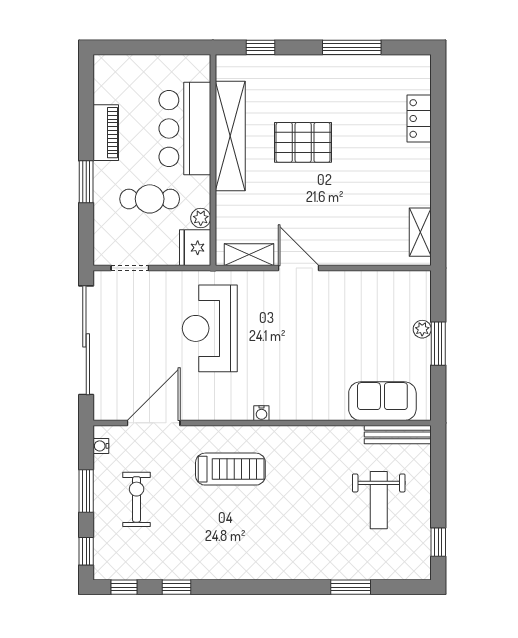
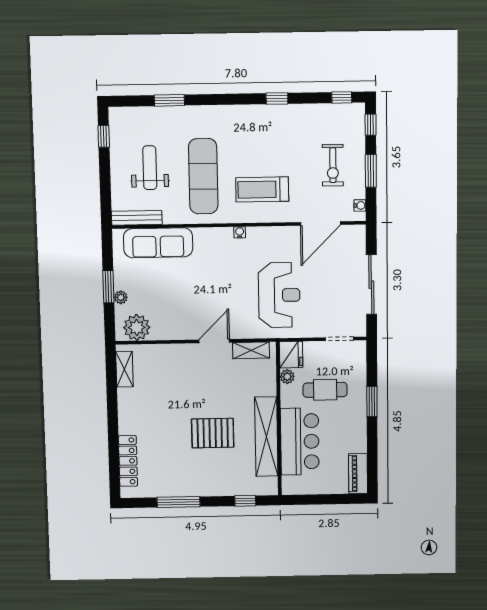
locker: (419, 118) -> (128, 461), width x1.53
piano: (106, 133) -> (358, 474), moved
door: (298, 268) -> (214, 341), swing flipped
plant: (402, 288) -> (137, 327), added
sliding door: (86, 340) -> (371, 285), width x0.73
sofa: (382, 401) -> (158, 243), width x1.36
exercise mat: (308, 488) -> (203, 176), added
window: (176, 587) -> (277, 99), moved

